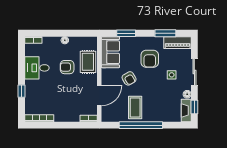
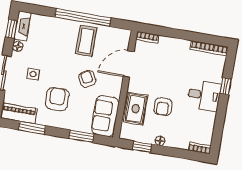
window: (78, 33) -> (142, 147), added
armchair: (67, 67) -> (163, 107), turned 90
desk: (37, 68) -> (204, 95), moved

